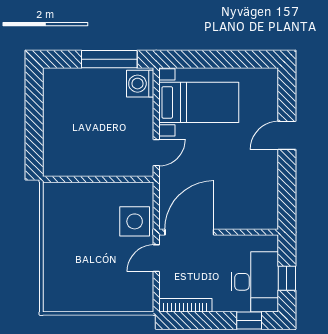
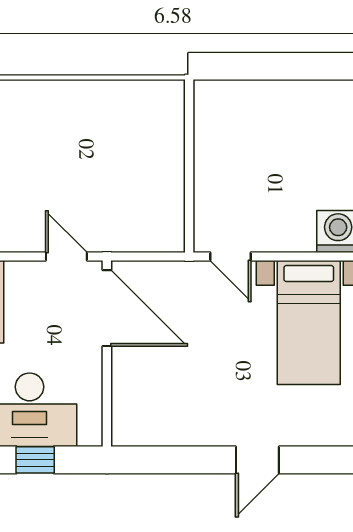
door: (287, 135) -> (257, 460), swing flipped
side table: (135, 221) -> (124, 223), removed

